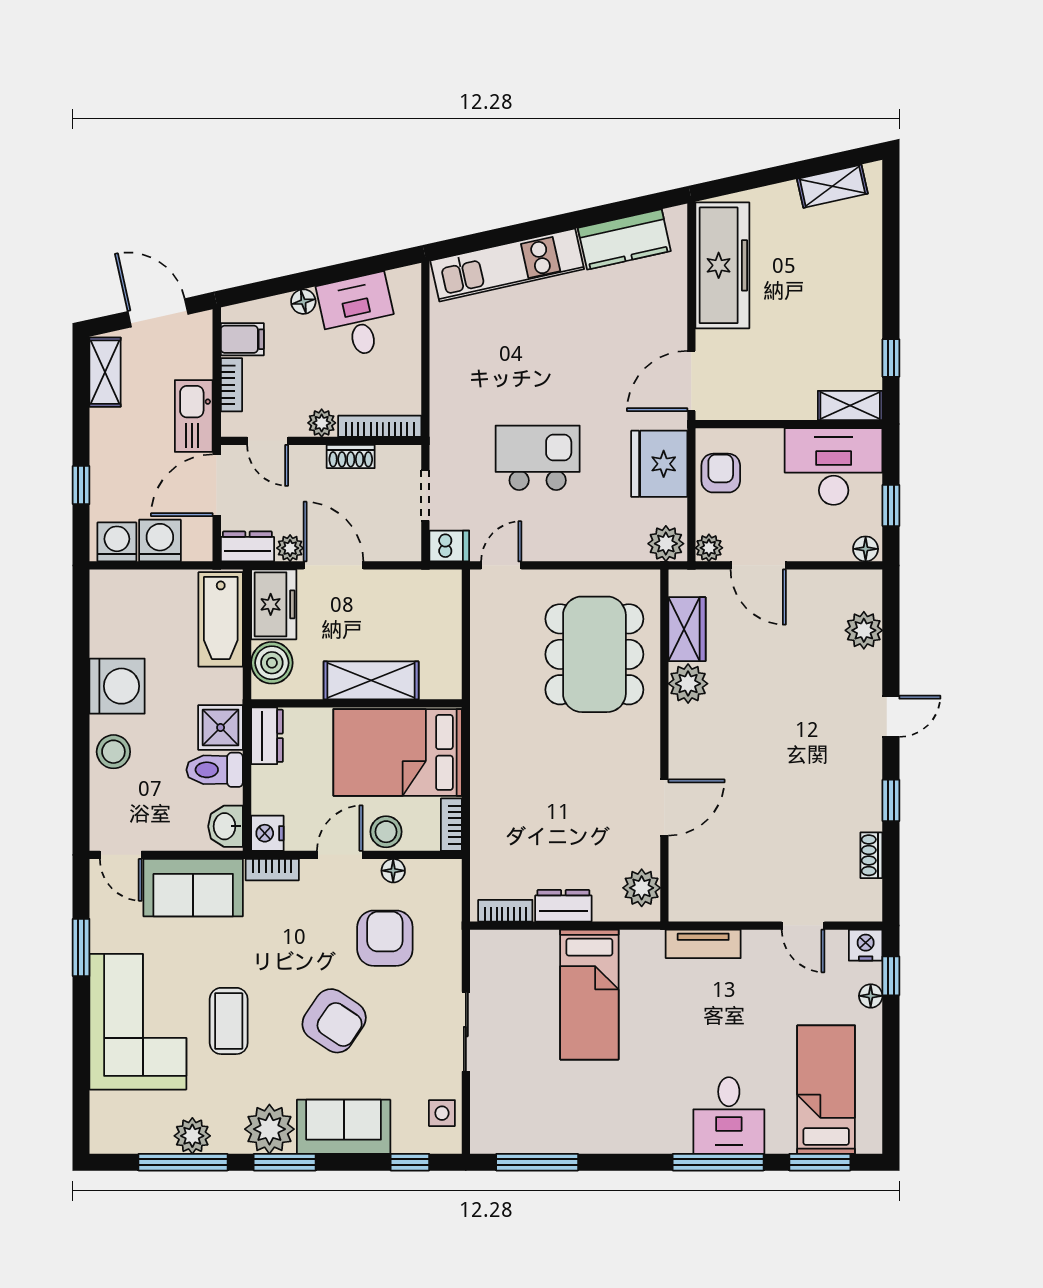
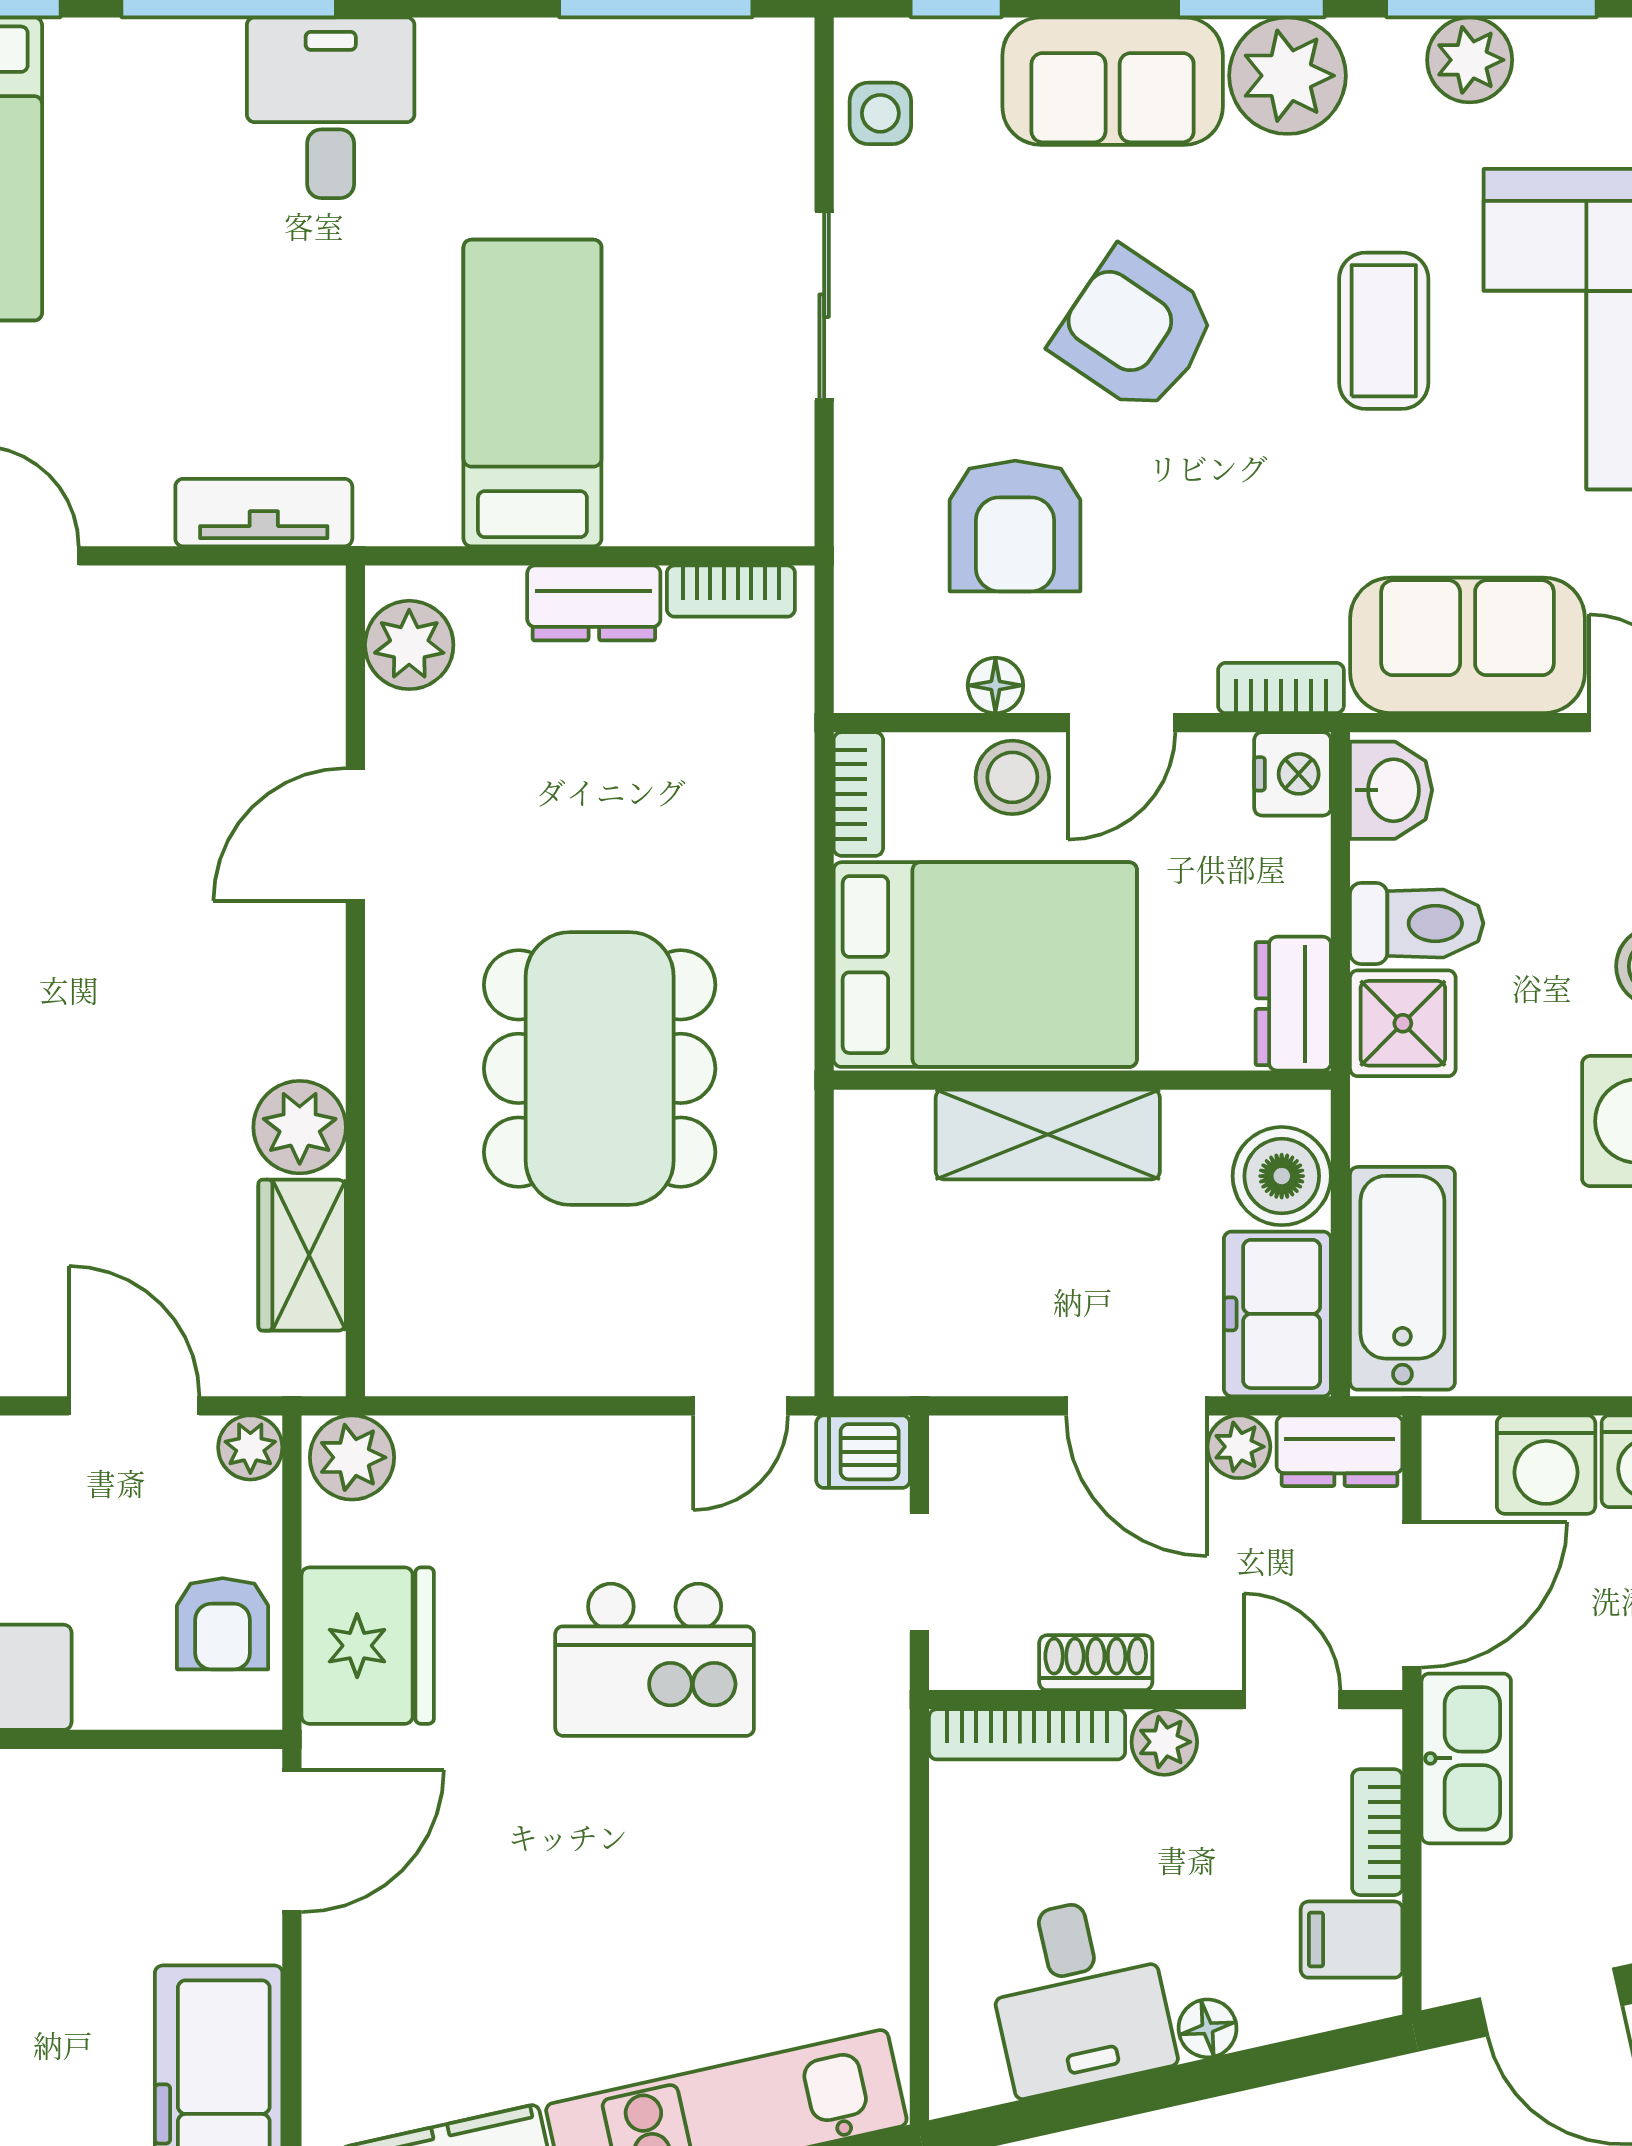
dining table: (594, 654) -> (600, 1068), moved
desk: (729, 1115) -> (331, 108), moved

